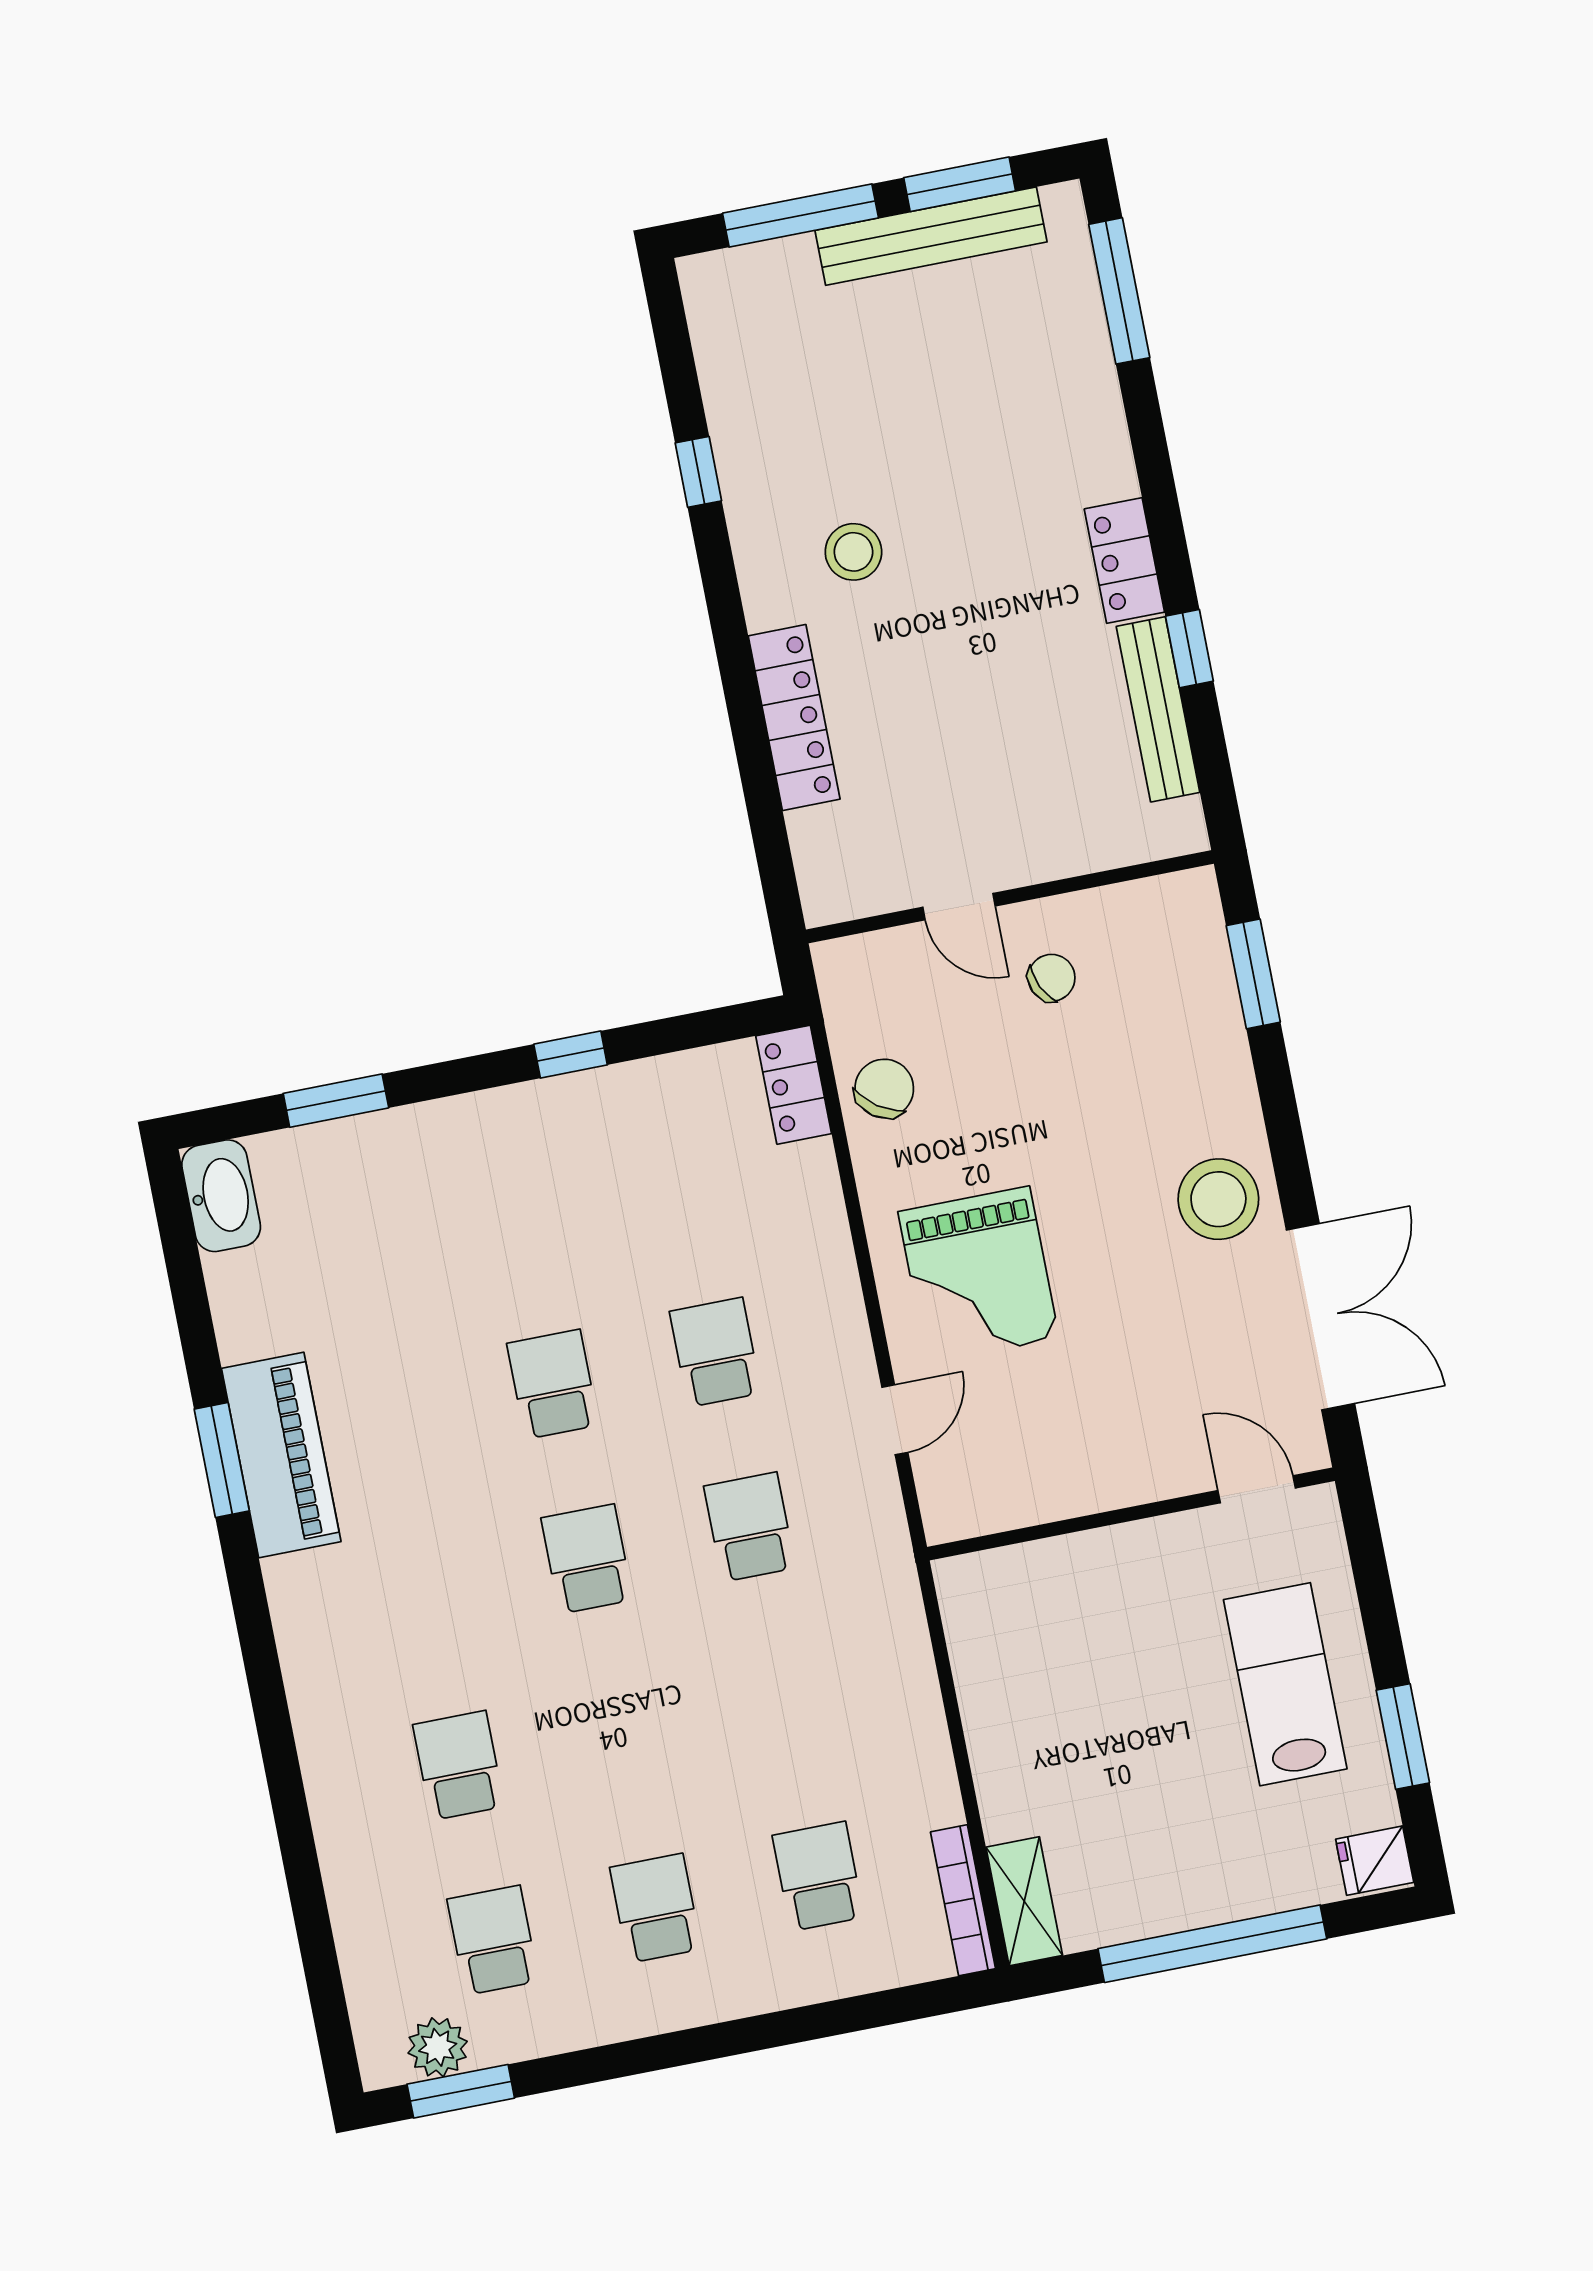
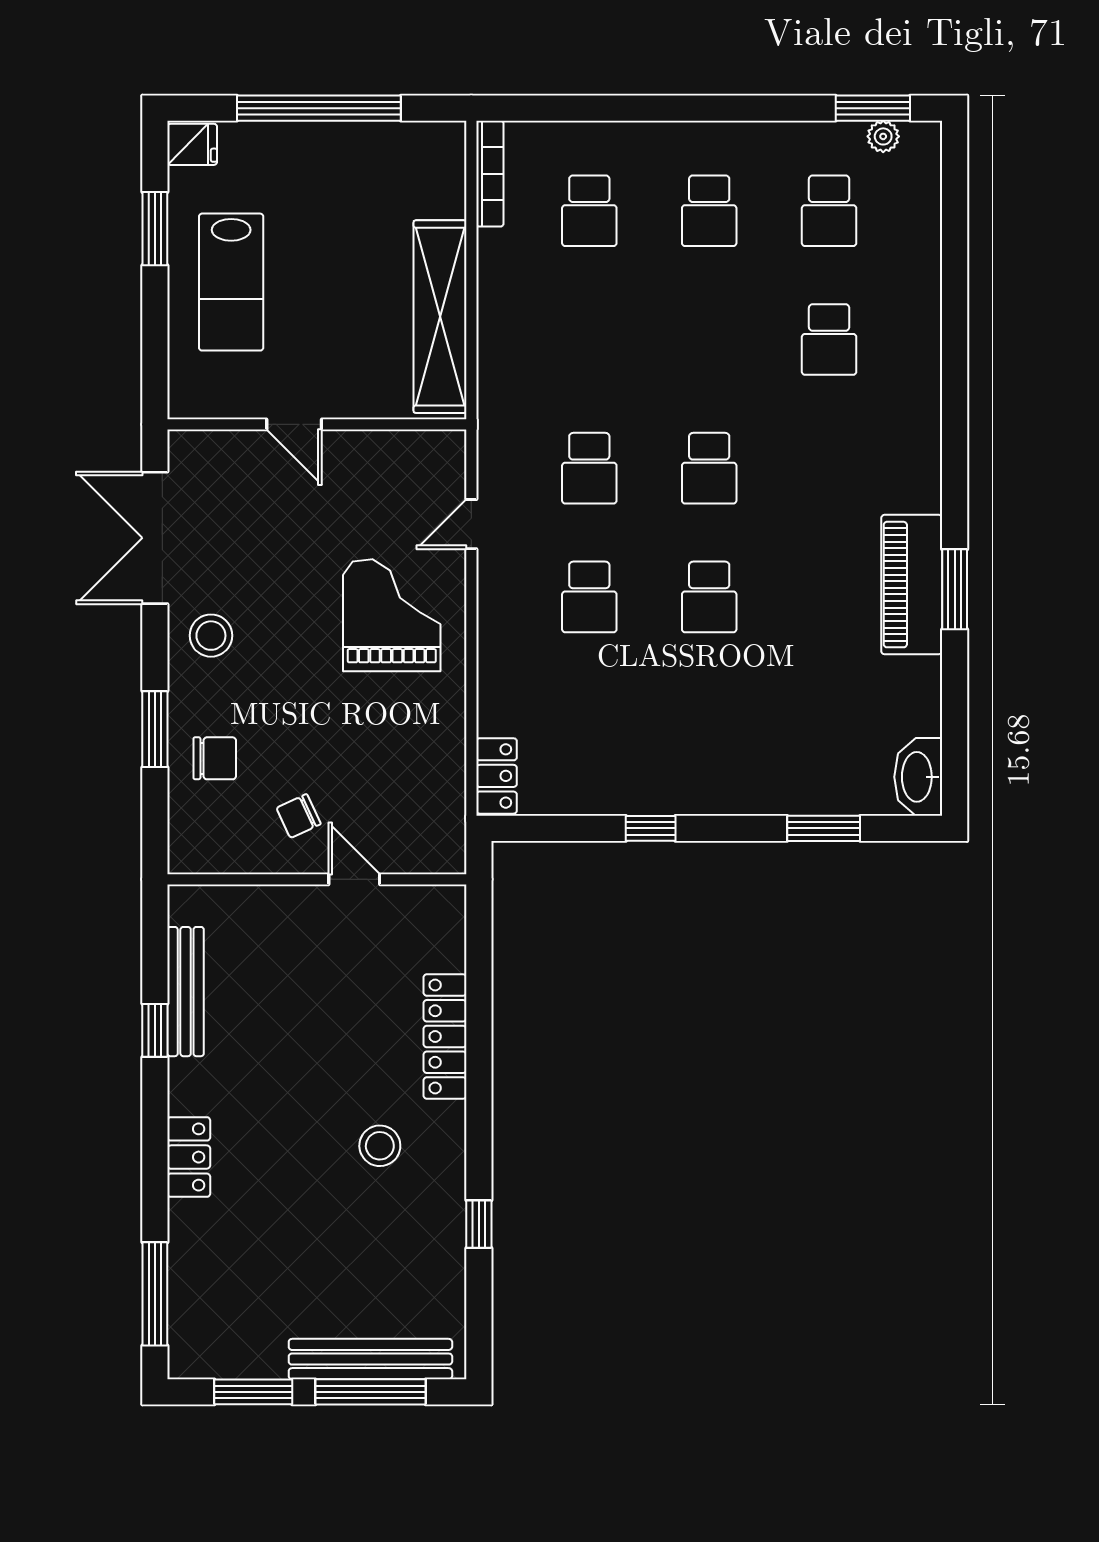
bench: (931, 236) -> (370, 1359), moved
locker: (1124, 560) -> (189, 1157), moved
window: (1253, 974) -> (155, 729), moved
chair: (884, 1089) -> (215, 758), moved, turned -125
stool: (1218, 1199) -> (211, 636), width x0.73, depth x0.73
door: (1257, 1489) -> (294, 424), moved
shelving: (1024, 1901) -> (440, 317), moved, width x2.20, depth x1.33
plant: (438, 2047) -> (883, 136), width x0.73, depth x0.73

